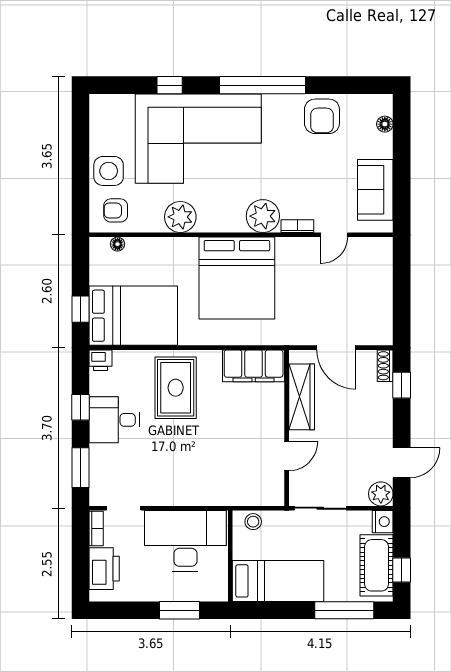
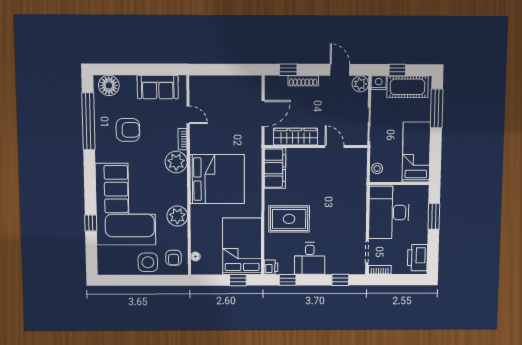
window: (262, 85) -> (88, 121), moved
armchair: (322, 116) -> (128, 130), moved
floor lamp: (385, 124) -> (109, 85), width x1.89, depth x1.89
shoe rack: (385, 366) -> (303, 81), moved, width x1.43
window: (80, 407) -> (288, 280), moved
window: (80, 468) -> (340, 280), width x0.67
printer: (104, 569) -> (417, 258), moved, turned -90
window: (402, 570) -> (397, 70), moved

